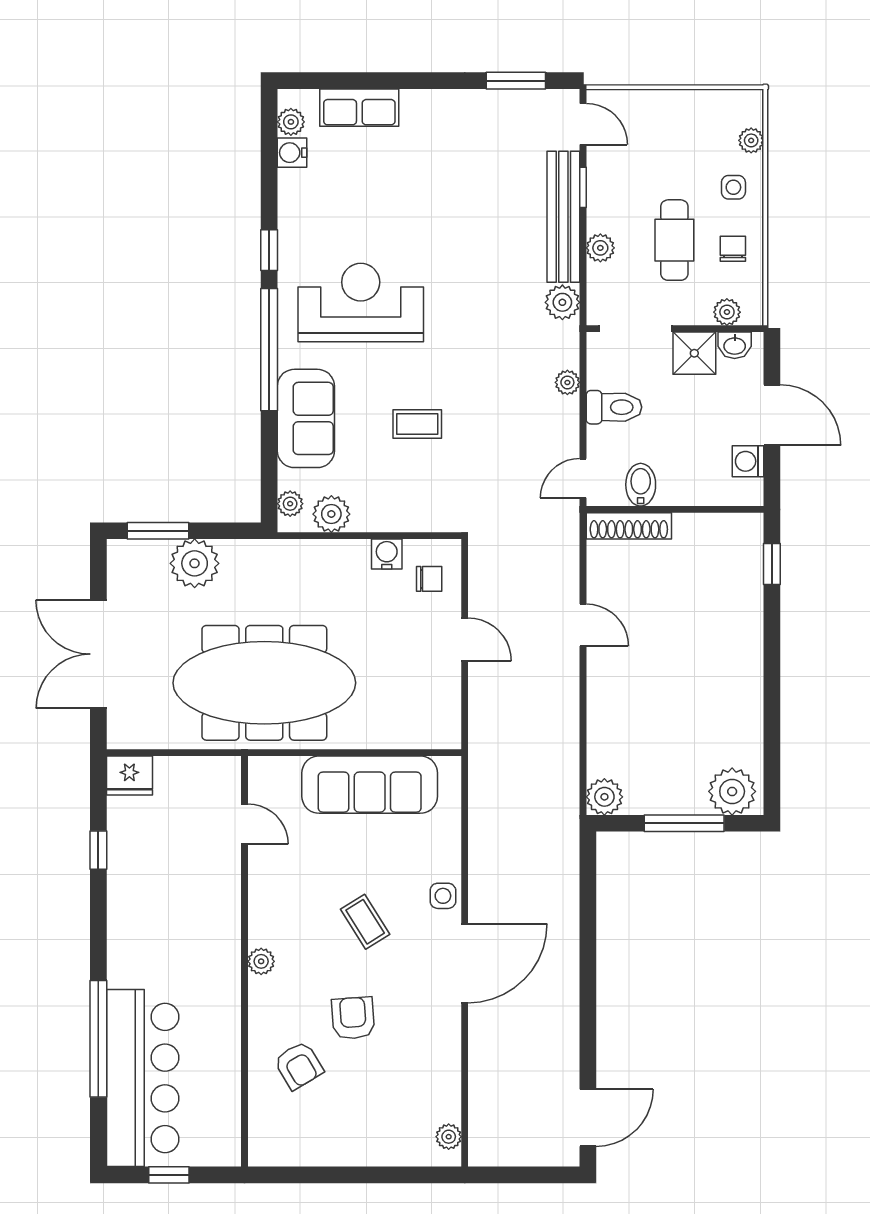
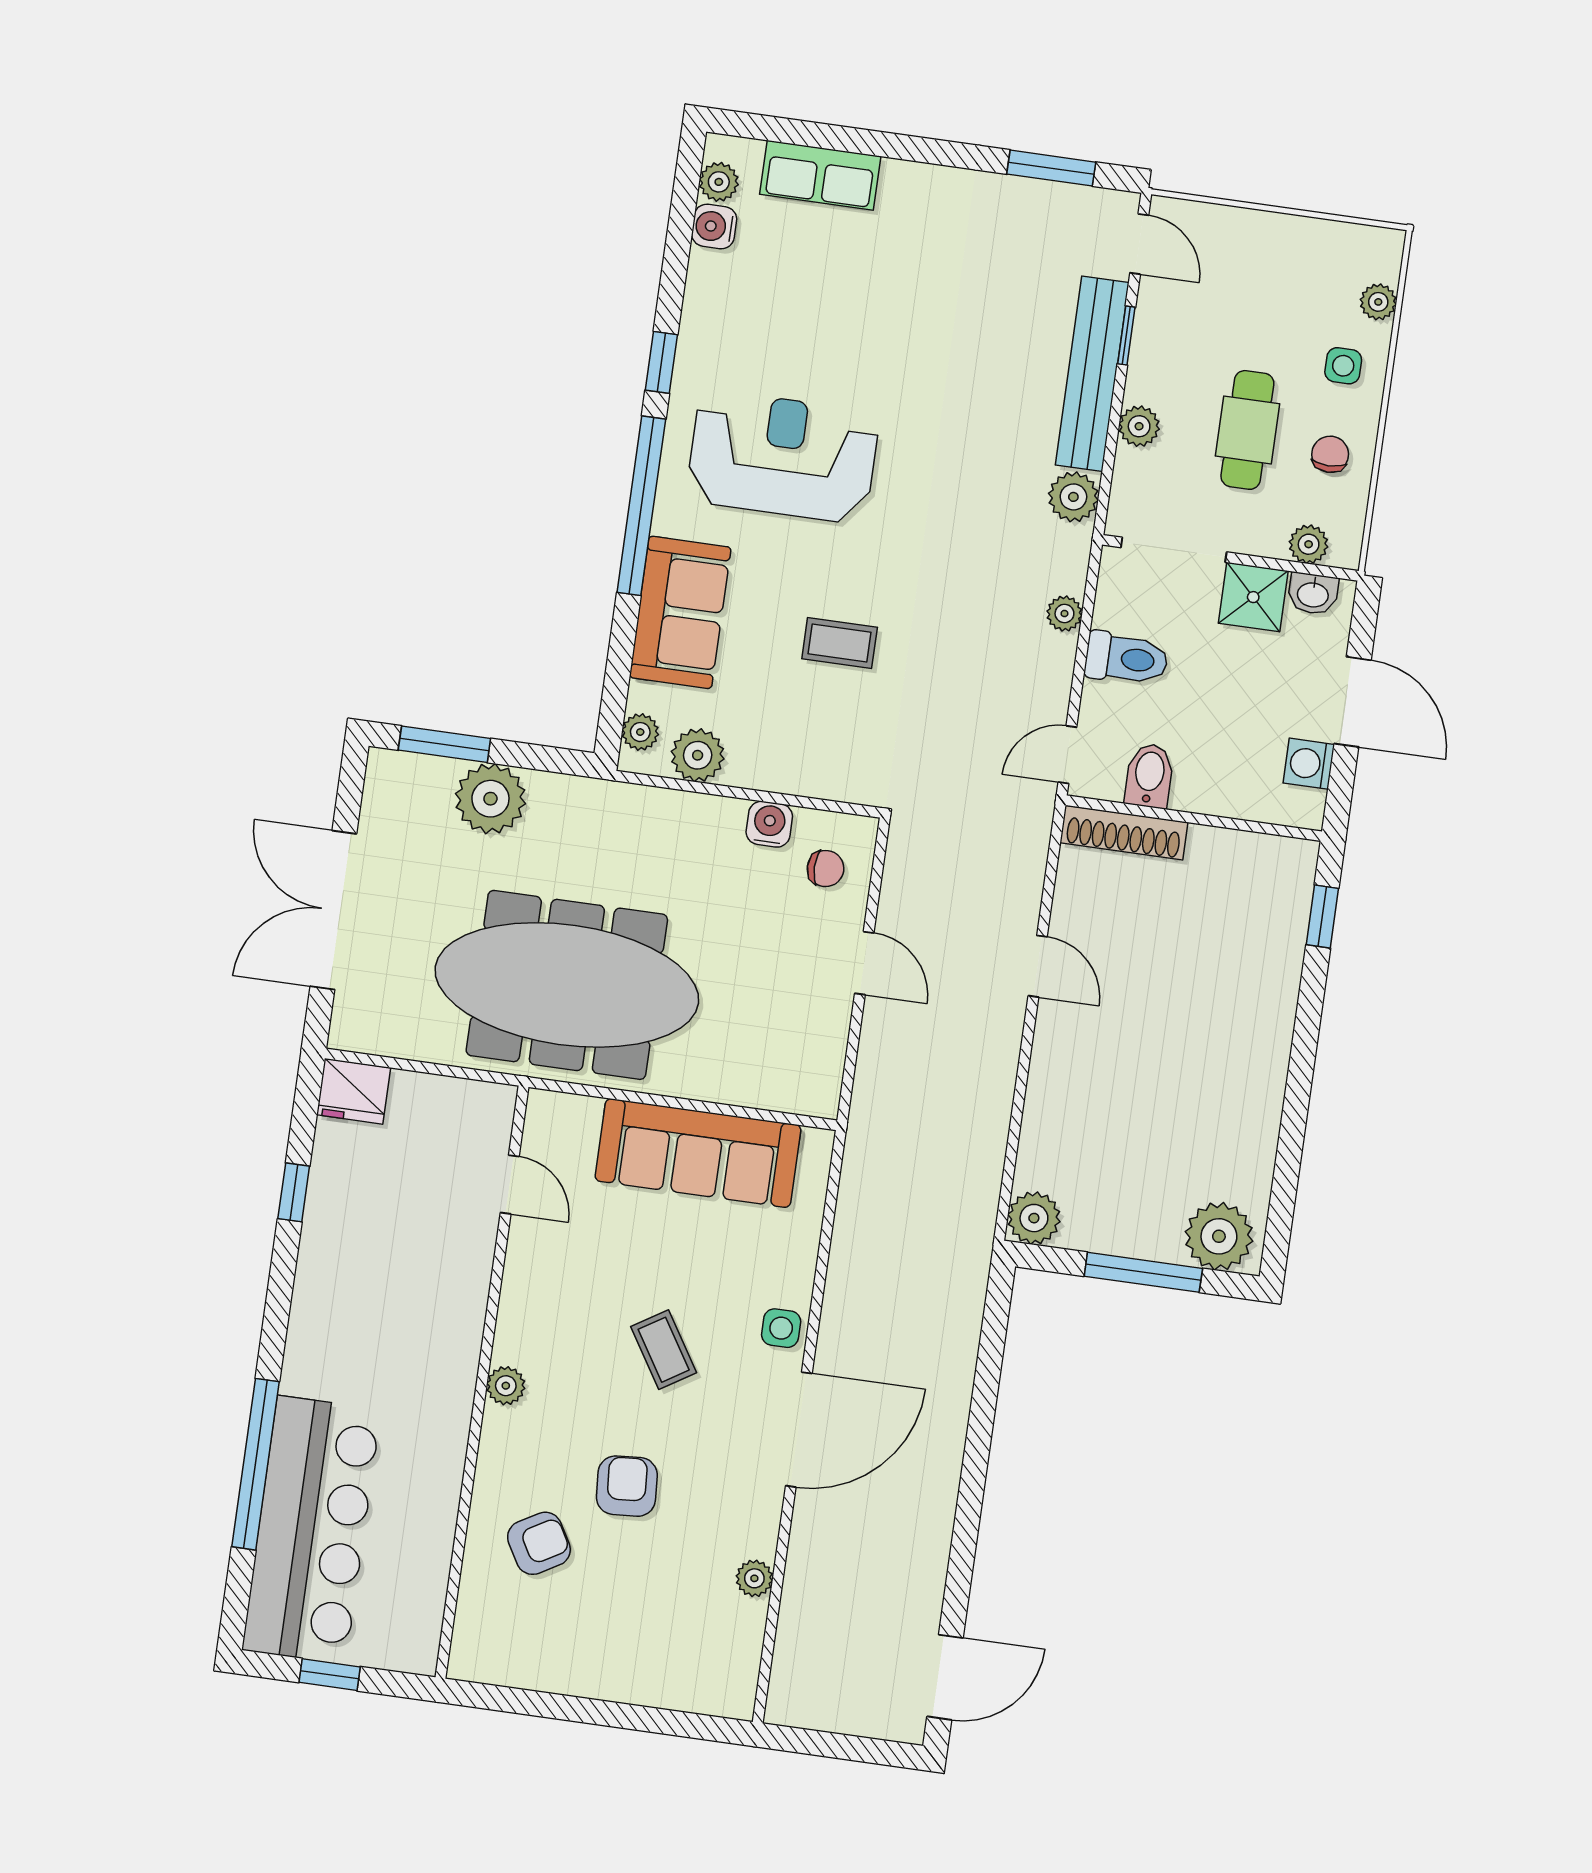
armchair: (299, 1065) -> (539, 1543), turned -89
plant: (449, 1137) -> (754, 1578), moved

